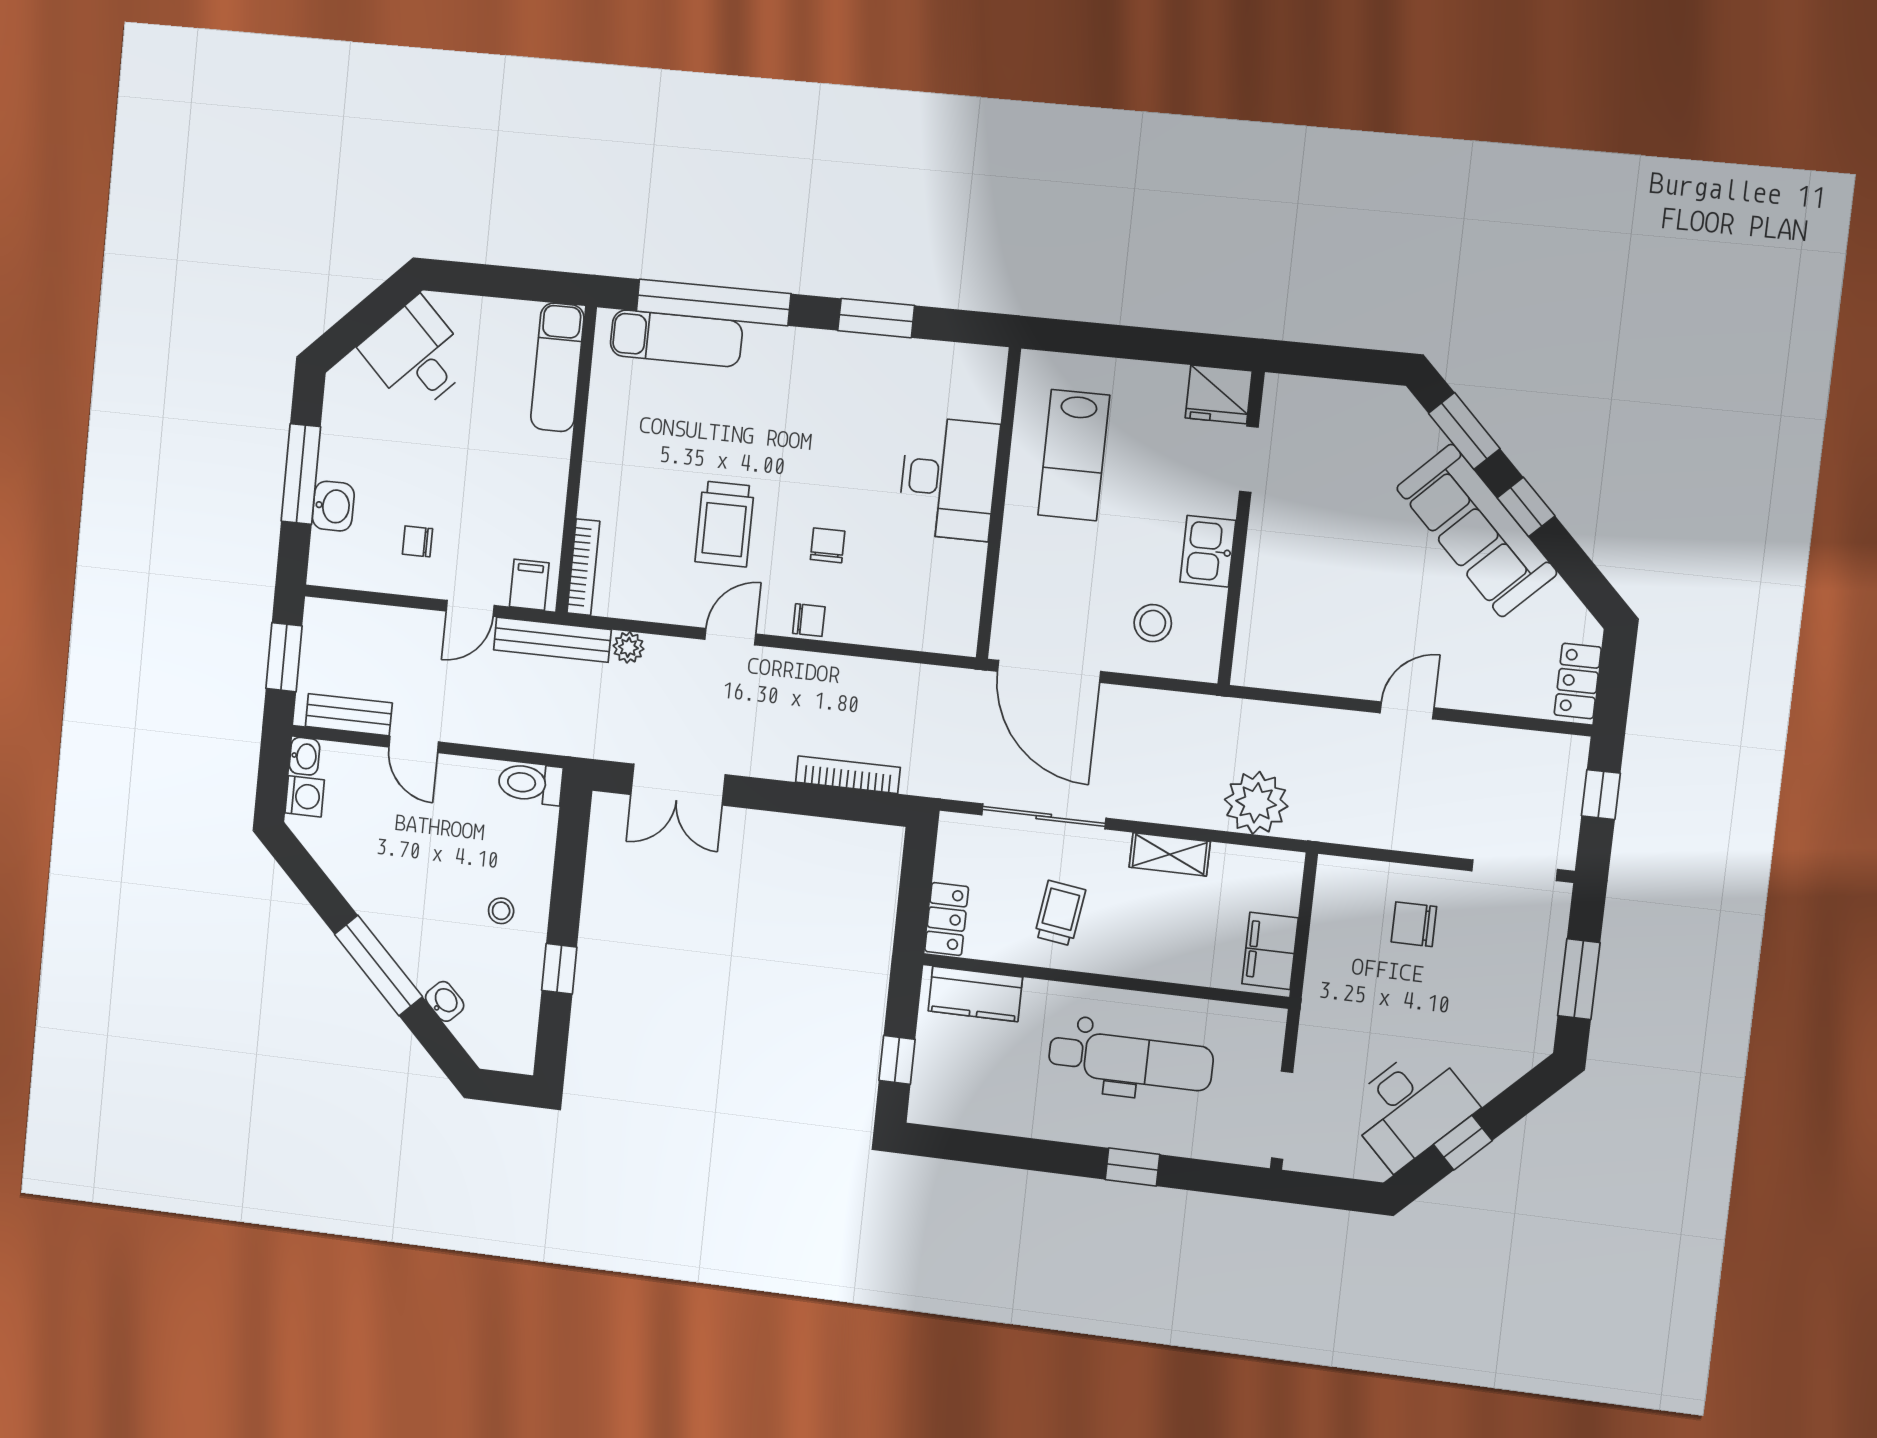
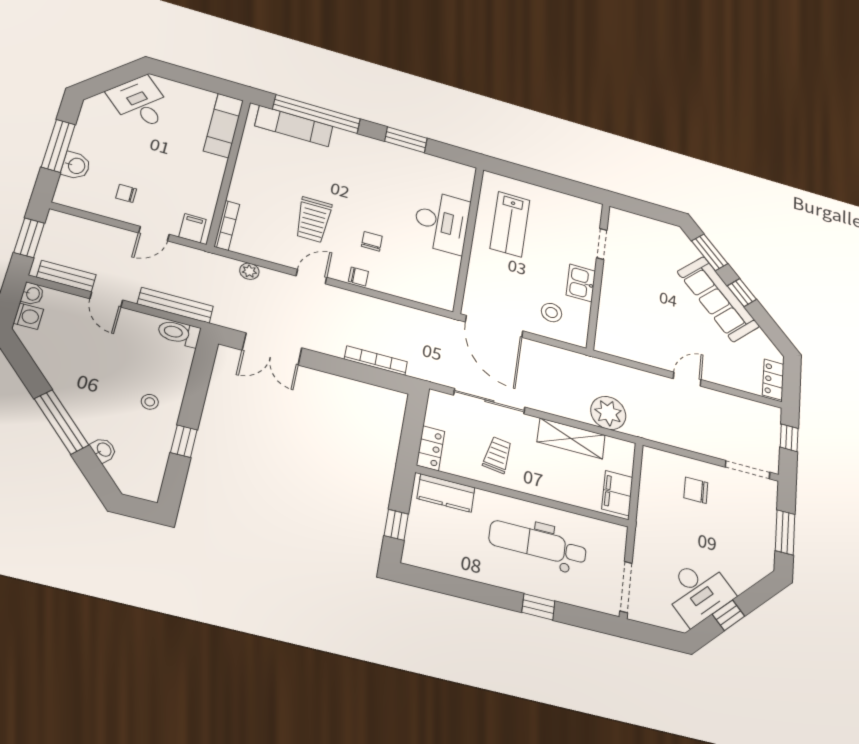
fridge: (1219, 394) -> (586, 211), removed
bench: (552, 640) -> (175, 305), moved
shelving: (1170, 854) -> (571, 438), width x1.50, depth x1.33
dental chair: (1131, 1060) -> (538, 544), turned 180

